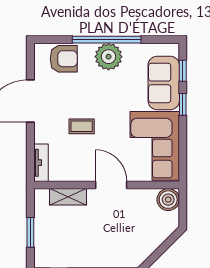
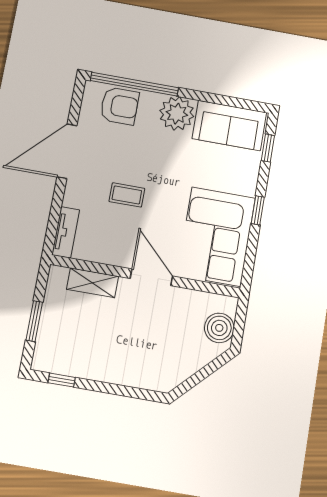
window: (107, 40) -> (134, 84), moved
sofa: (164, 83) -> (229, 126), moved, turned -90
window: (183, 104) -> (258, 210), moved
boiler: (168, 200) -> (219, 328), moved

